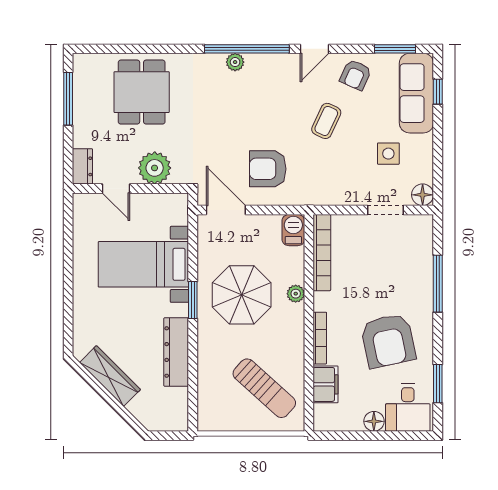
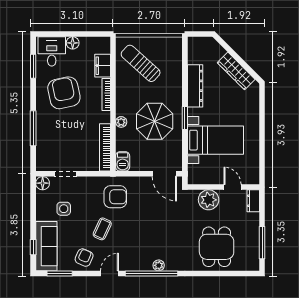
armchair: (268, 169) -> (115, 197), moved

